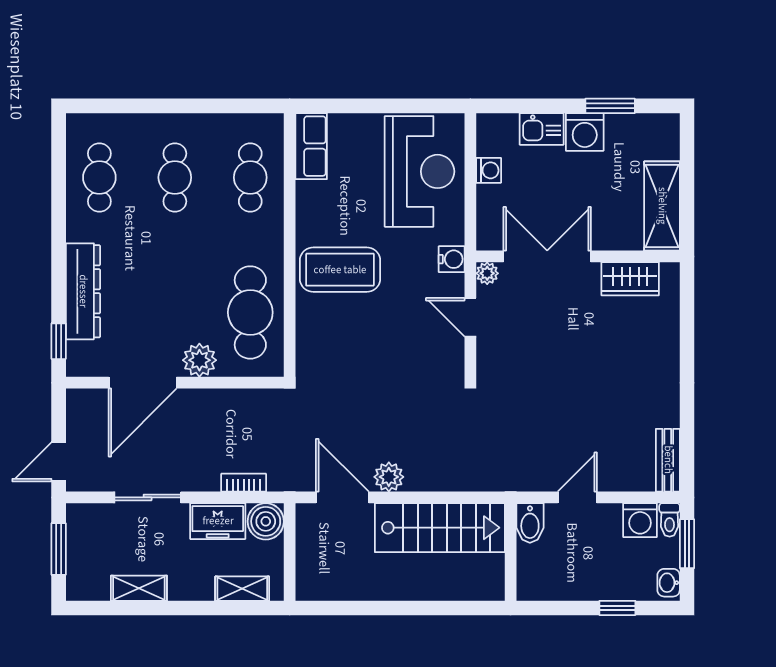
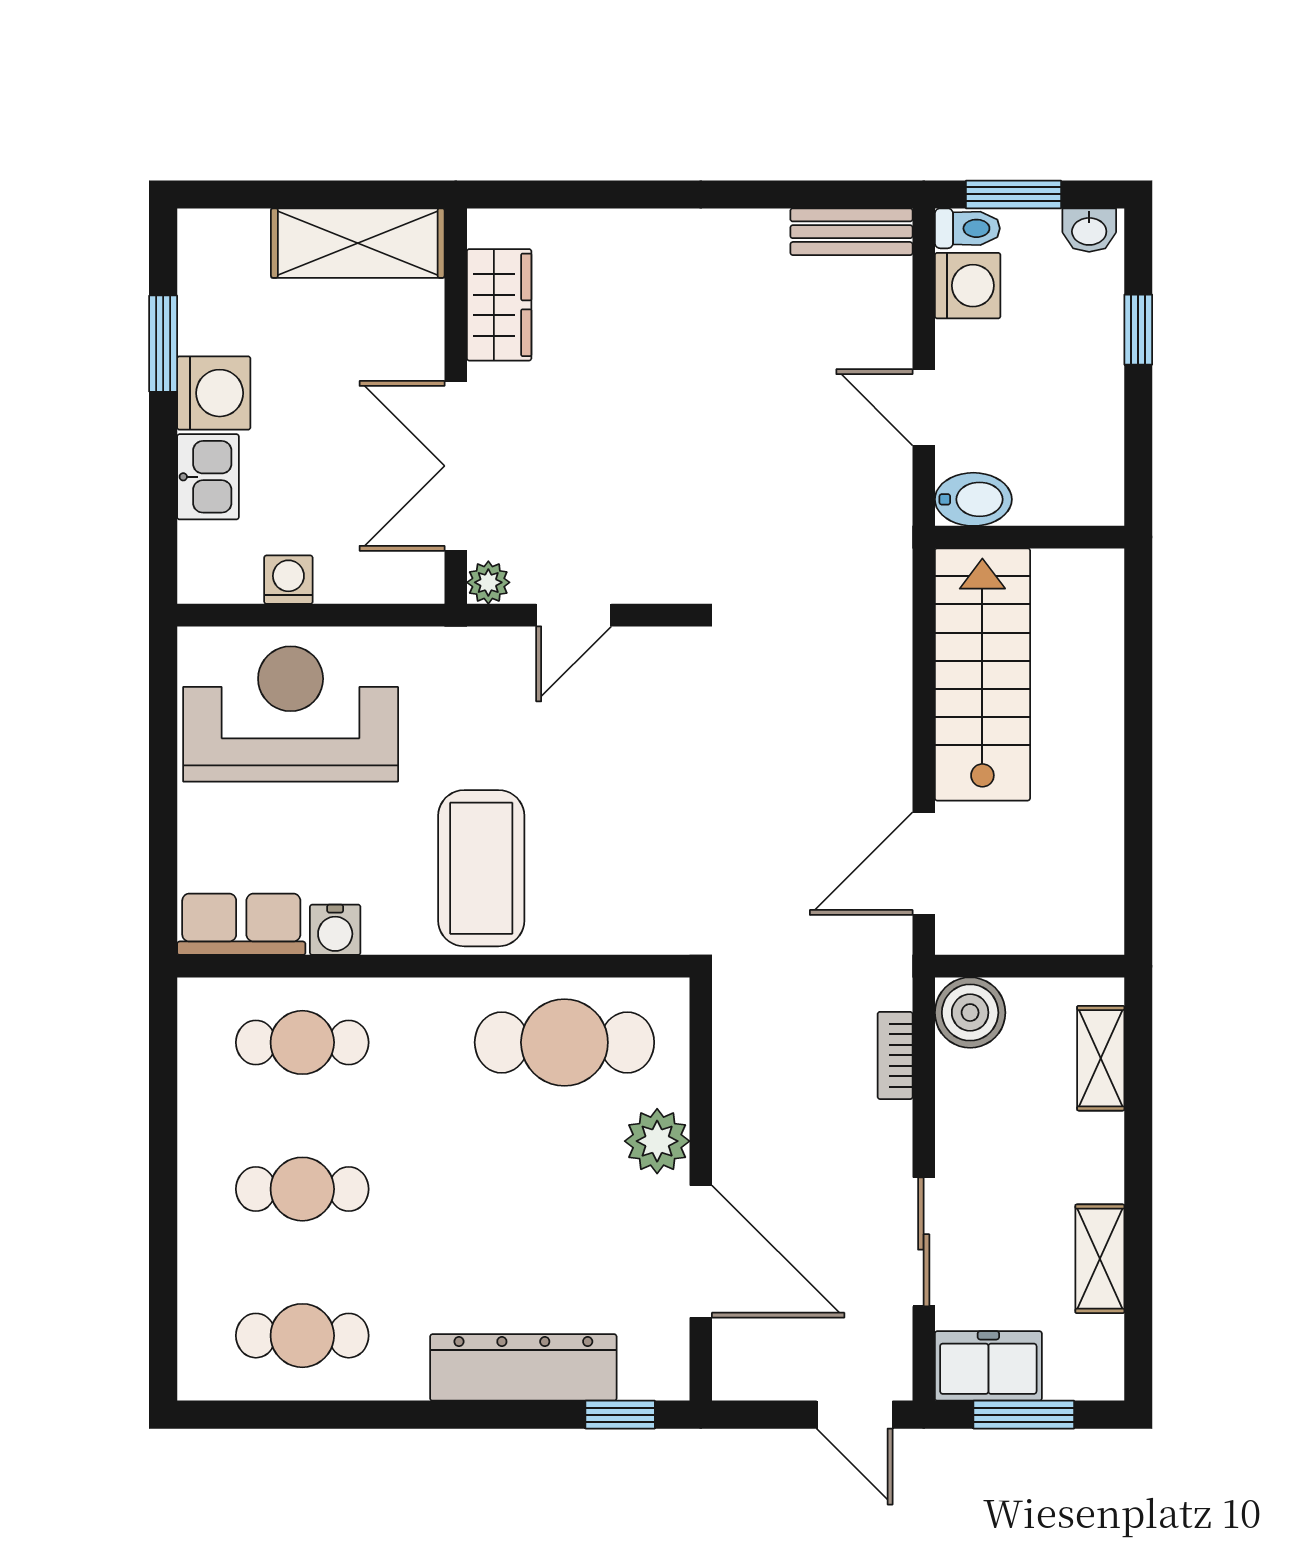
water cooler: (452, 259) -> (335, 930), moved, turned 180
plant: (389, 477) -> (884, 773), removed
freezer: (218, 521) -> (988, 1366), moved, turned -90

